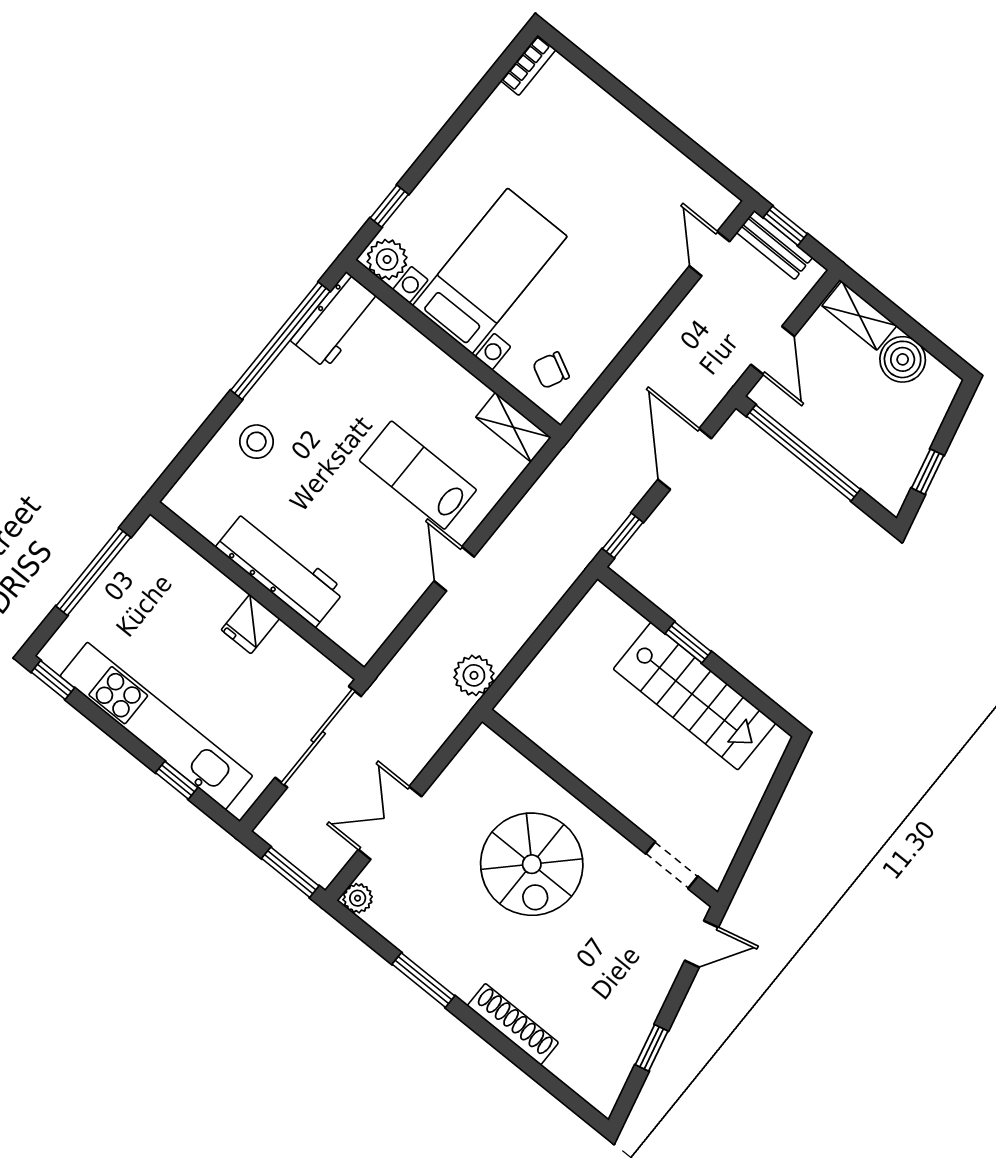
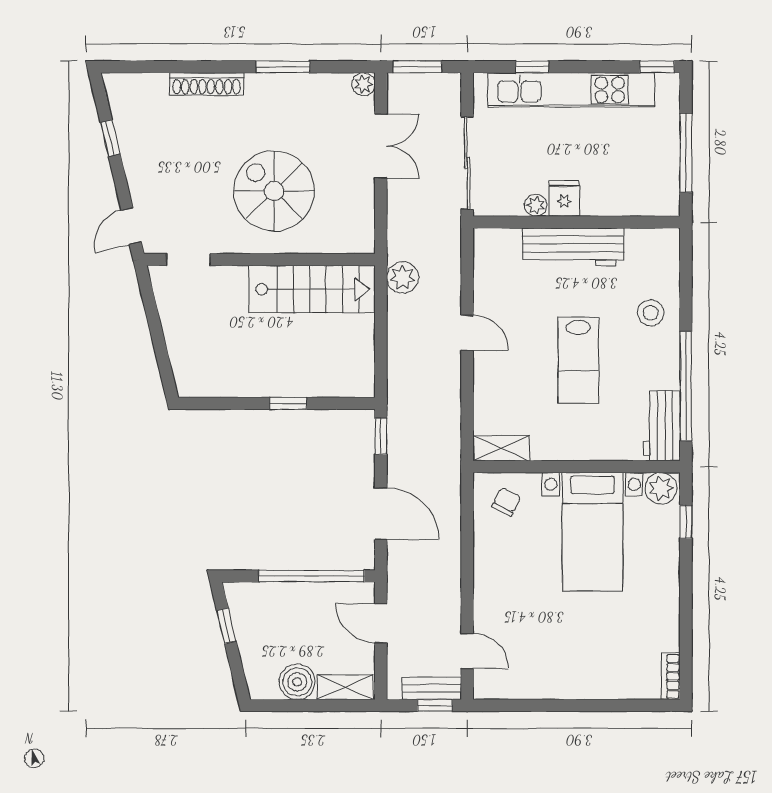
lab bench: (418, 475) -> (578, 360), moved, turned 90
plant: (284, 640) -> (536, 205), added
stairs: (695, 696) -> (312, 289), moved, turned 180

